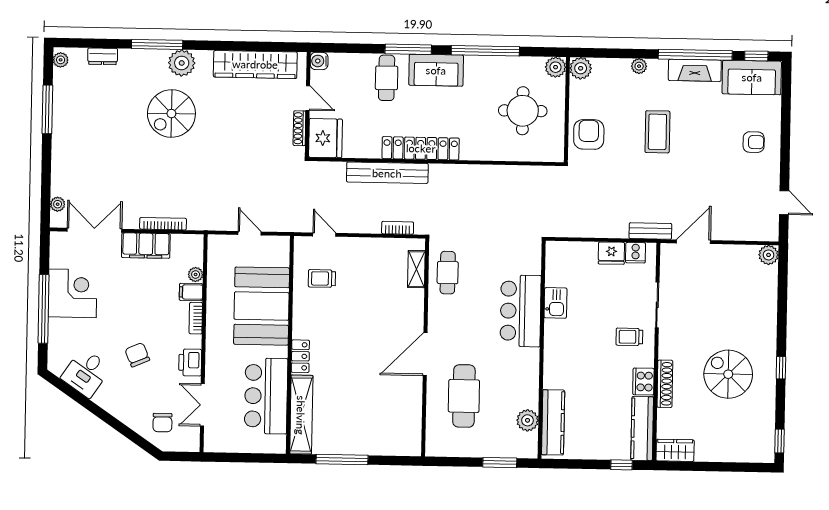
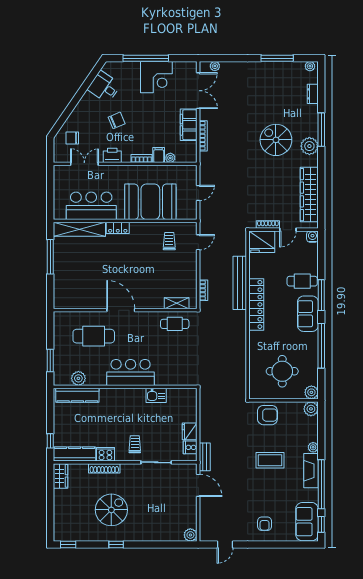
fireplace: (695, 70) -> (311, 471), moved
bar counter: (521, 311) -> (131, 372), moved

